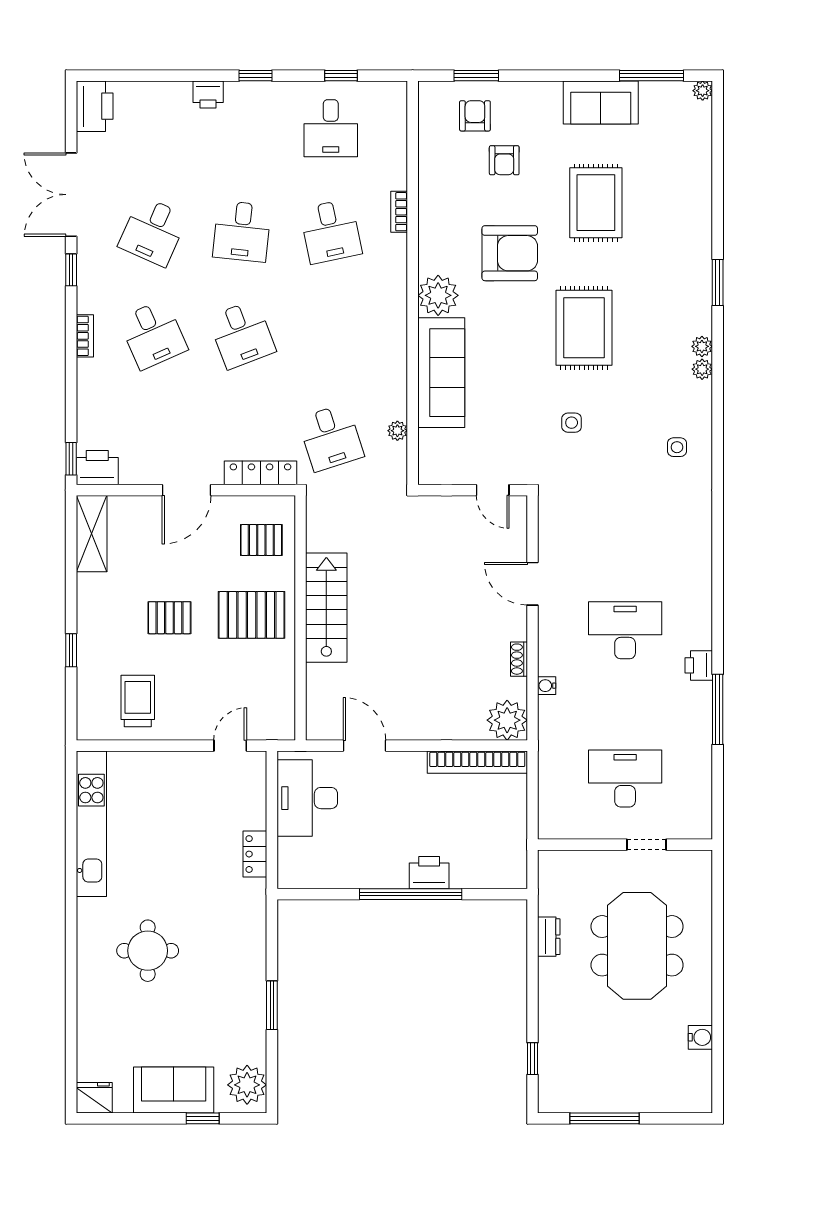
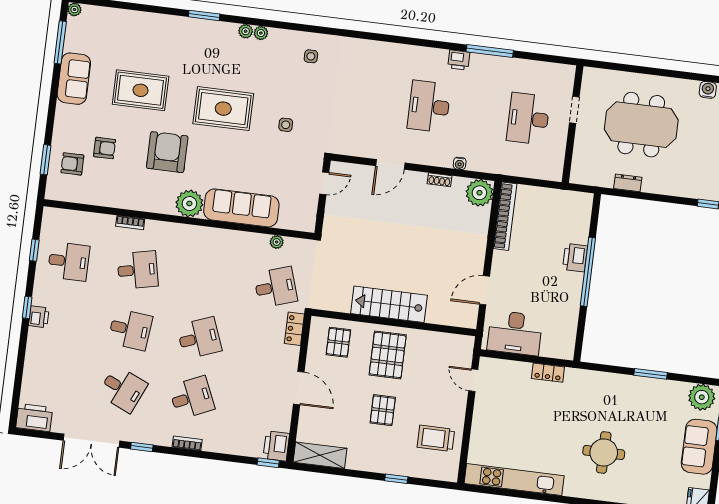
printer: (208, 94) -> (39, 317), moved
locker: (261, 473) -> (294, 329), width x0.66

